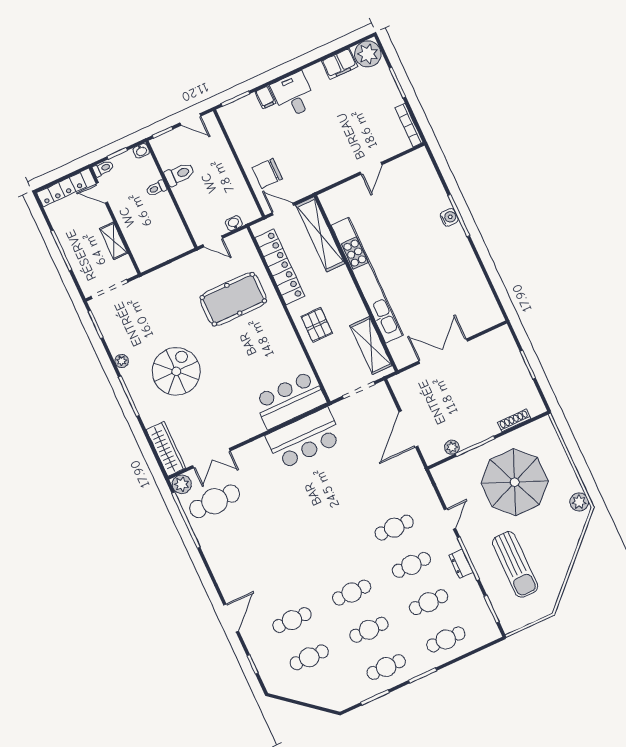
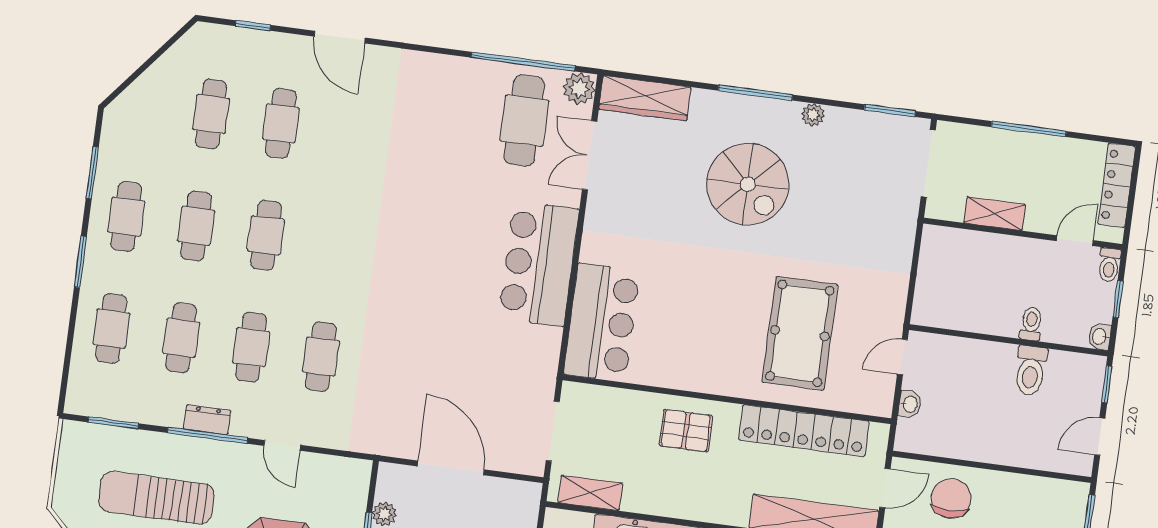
shelving: (371, 346) -> (590, 493), width x0.67, depth x0.75
bar counter: (304, 438) -> (539, 264), moved

